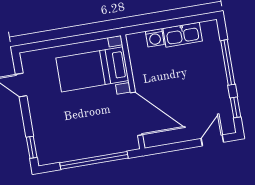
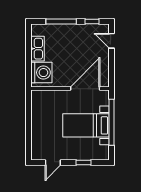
washing machine: (155, 38) -> (41, 73), width x1.89, depth x1.89
bed with nightstands: (92, 69) -> (86, 125), moved, turned 90
window: (32, 147) -> (84, 162), moved

